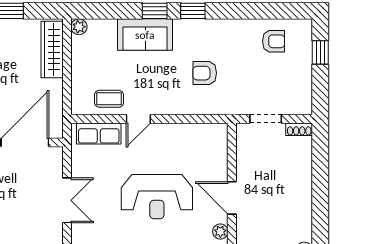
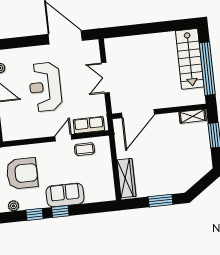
plant: (79, 27) -> (14, 206), moved
armchair: (205, 73) -> (22, 173), width x1.88, depth x1.88
reception desk: (157, 197) -> (45, 87), turned -90

